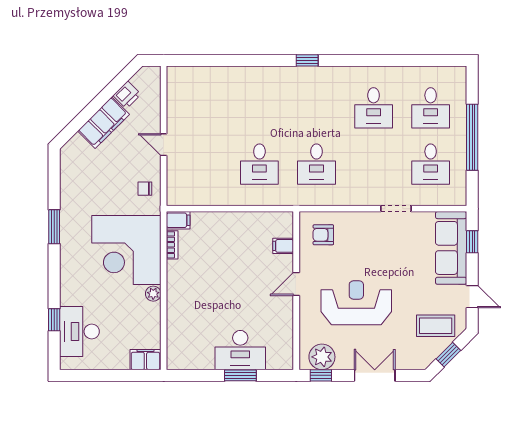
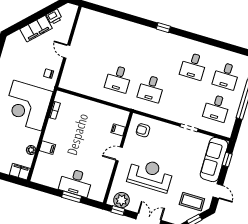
filing cabinet: (178, 220) -> (47, 148), moved
plant: (153, 294) -> (31, 150), moved

